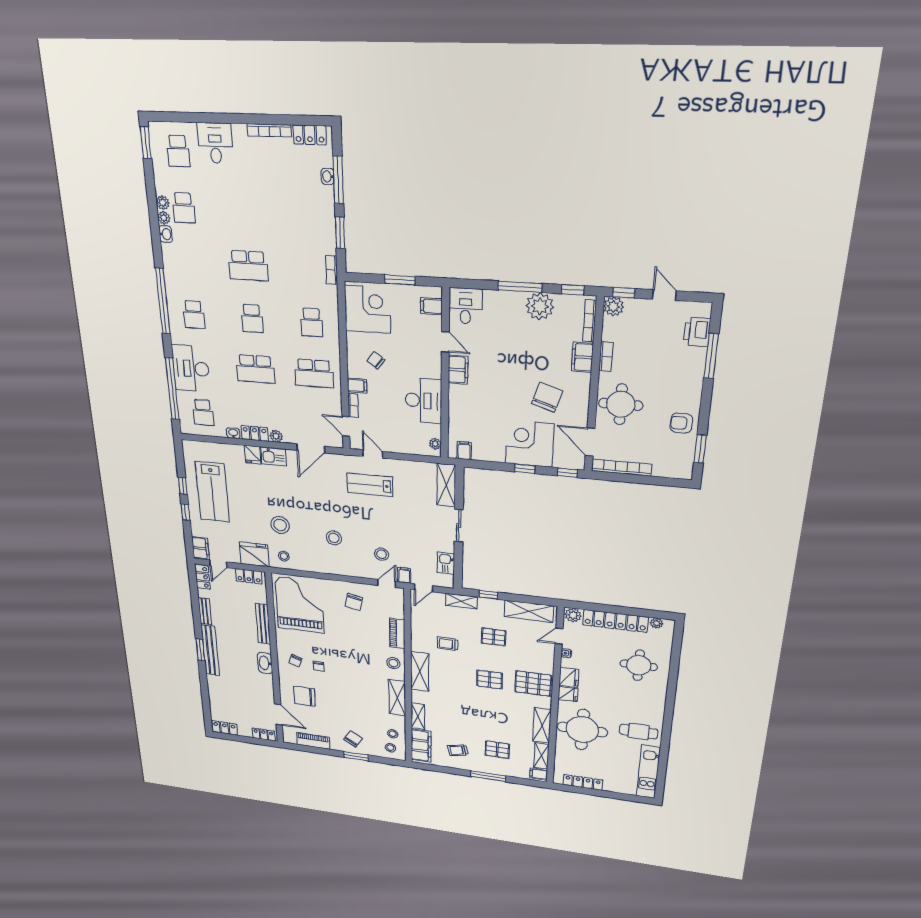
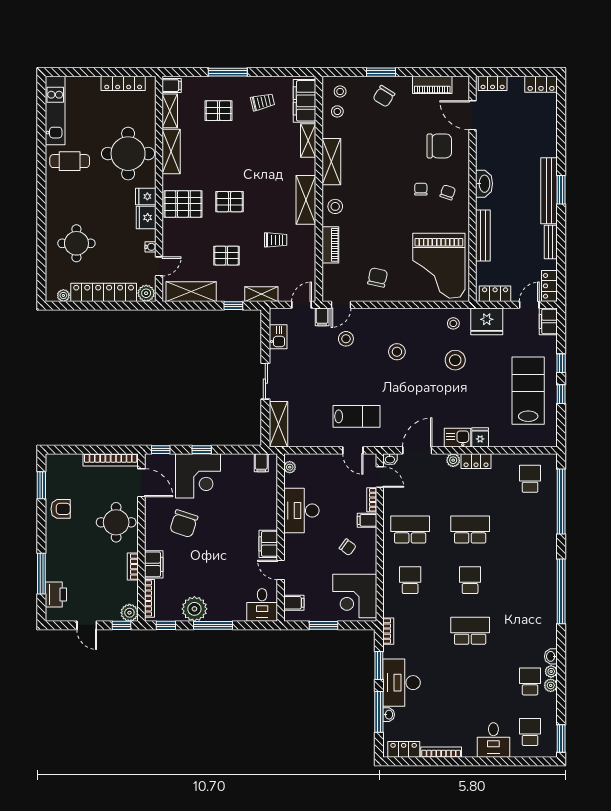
school desk: (194, 314) -> (530, 580), removed
desk: (191, 368) -> (402, 683), moved, turned 180
washbasin: (233, 433) -> (390, 459), moved

